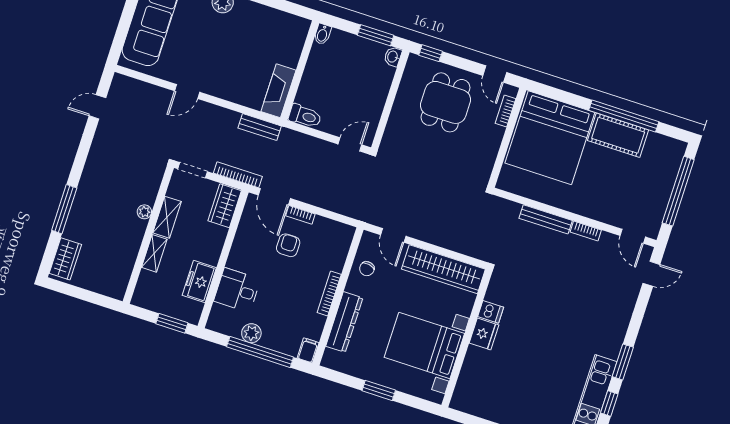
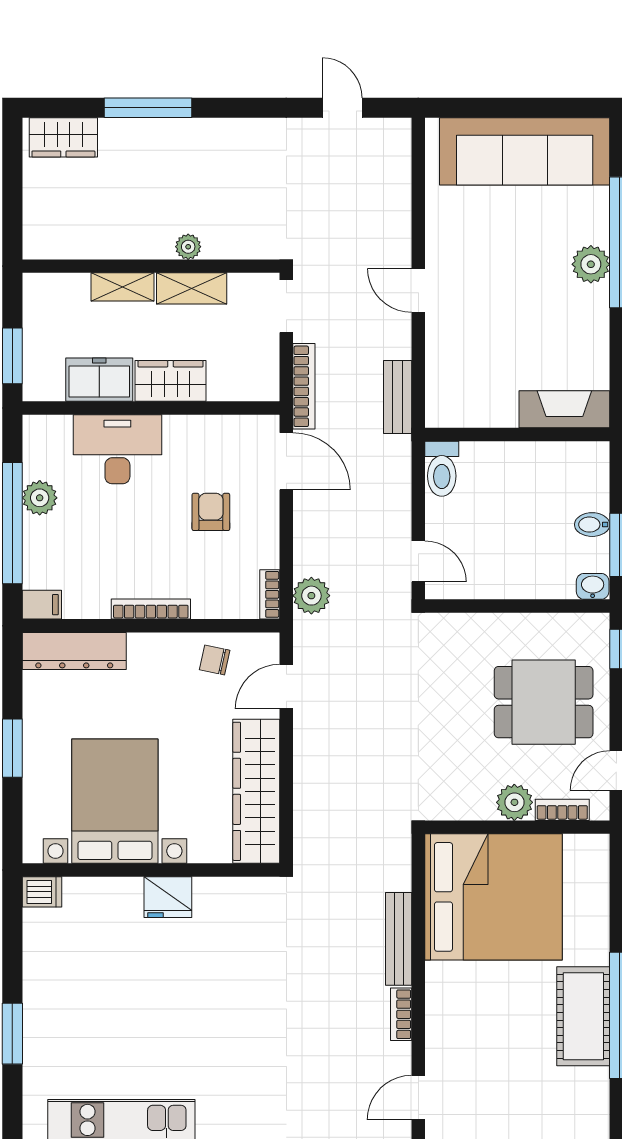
bidet: (322, 34) -> (592, 525), moved
door: (187, 91) -> (418, 290), moved
fireplace: (278, 91) -> (564, 409), moved
plant: (493, 135) -> (514, 802), added
bed: (550, 138) -> (494, 897), moved, turned 180
door: (274, 197) -> (286, 461), swing flipped
wardrobe: (225, 206) -> (171, 381), moved
plant: (350, 207) -> (311, 596), added
bookcase: (300, 215) -> (270, 594), moved
armchair: (288, 245) -> (211, 512), turned -90
desk: (237, 290) -> (117, 449), width x1.37
dishwasher: (491, 312) -> (42, 892), moved, turned -90
dresser: (344, 322) -> (74, 651), moved

